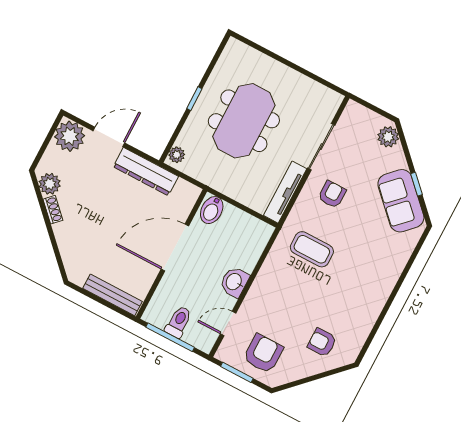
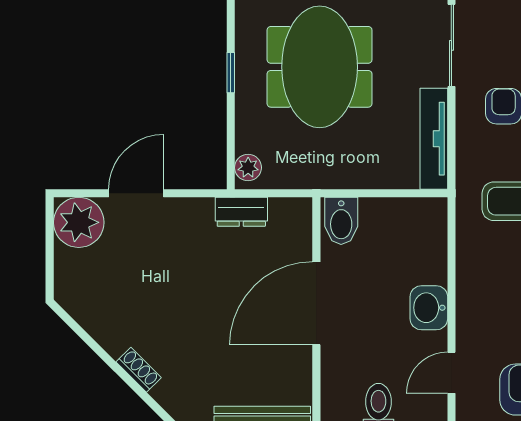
dresser: (146, 172) -> (241, 212), width x0.51, depth x0.80
plant: (50, 184) -> (86, 307), removed
shoe rack: (53, 210) -> (139, 370), moved

